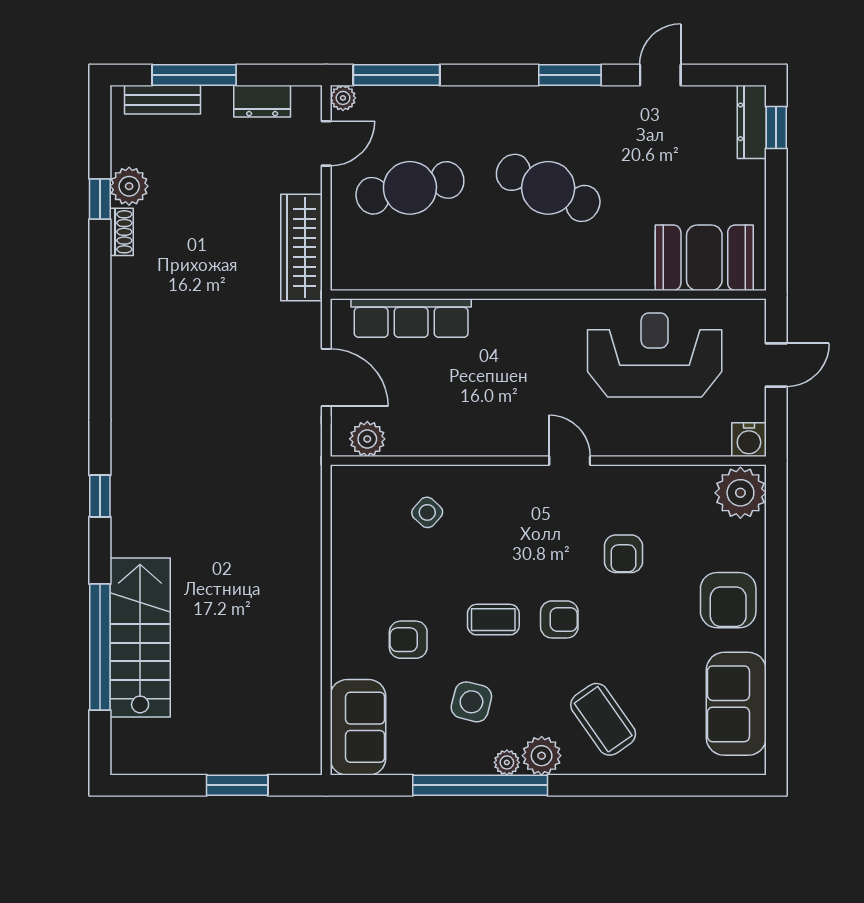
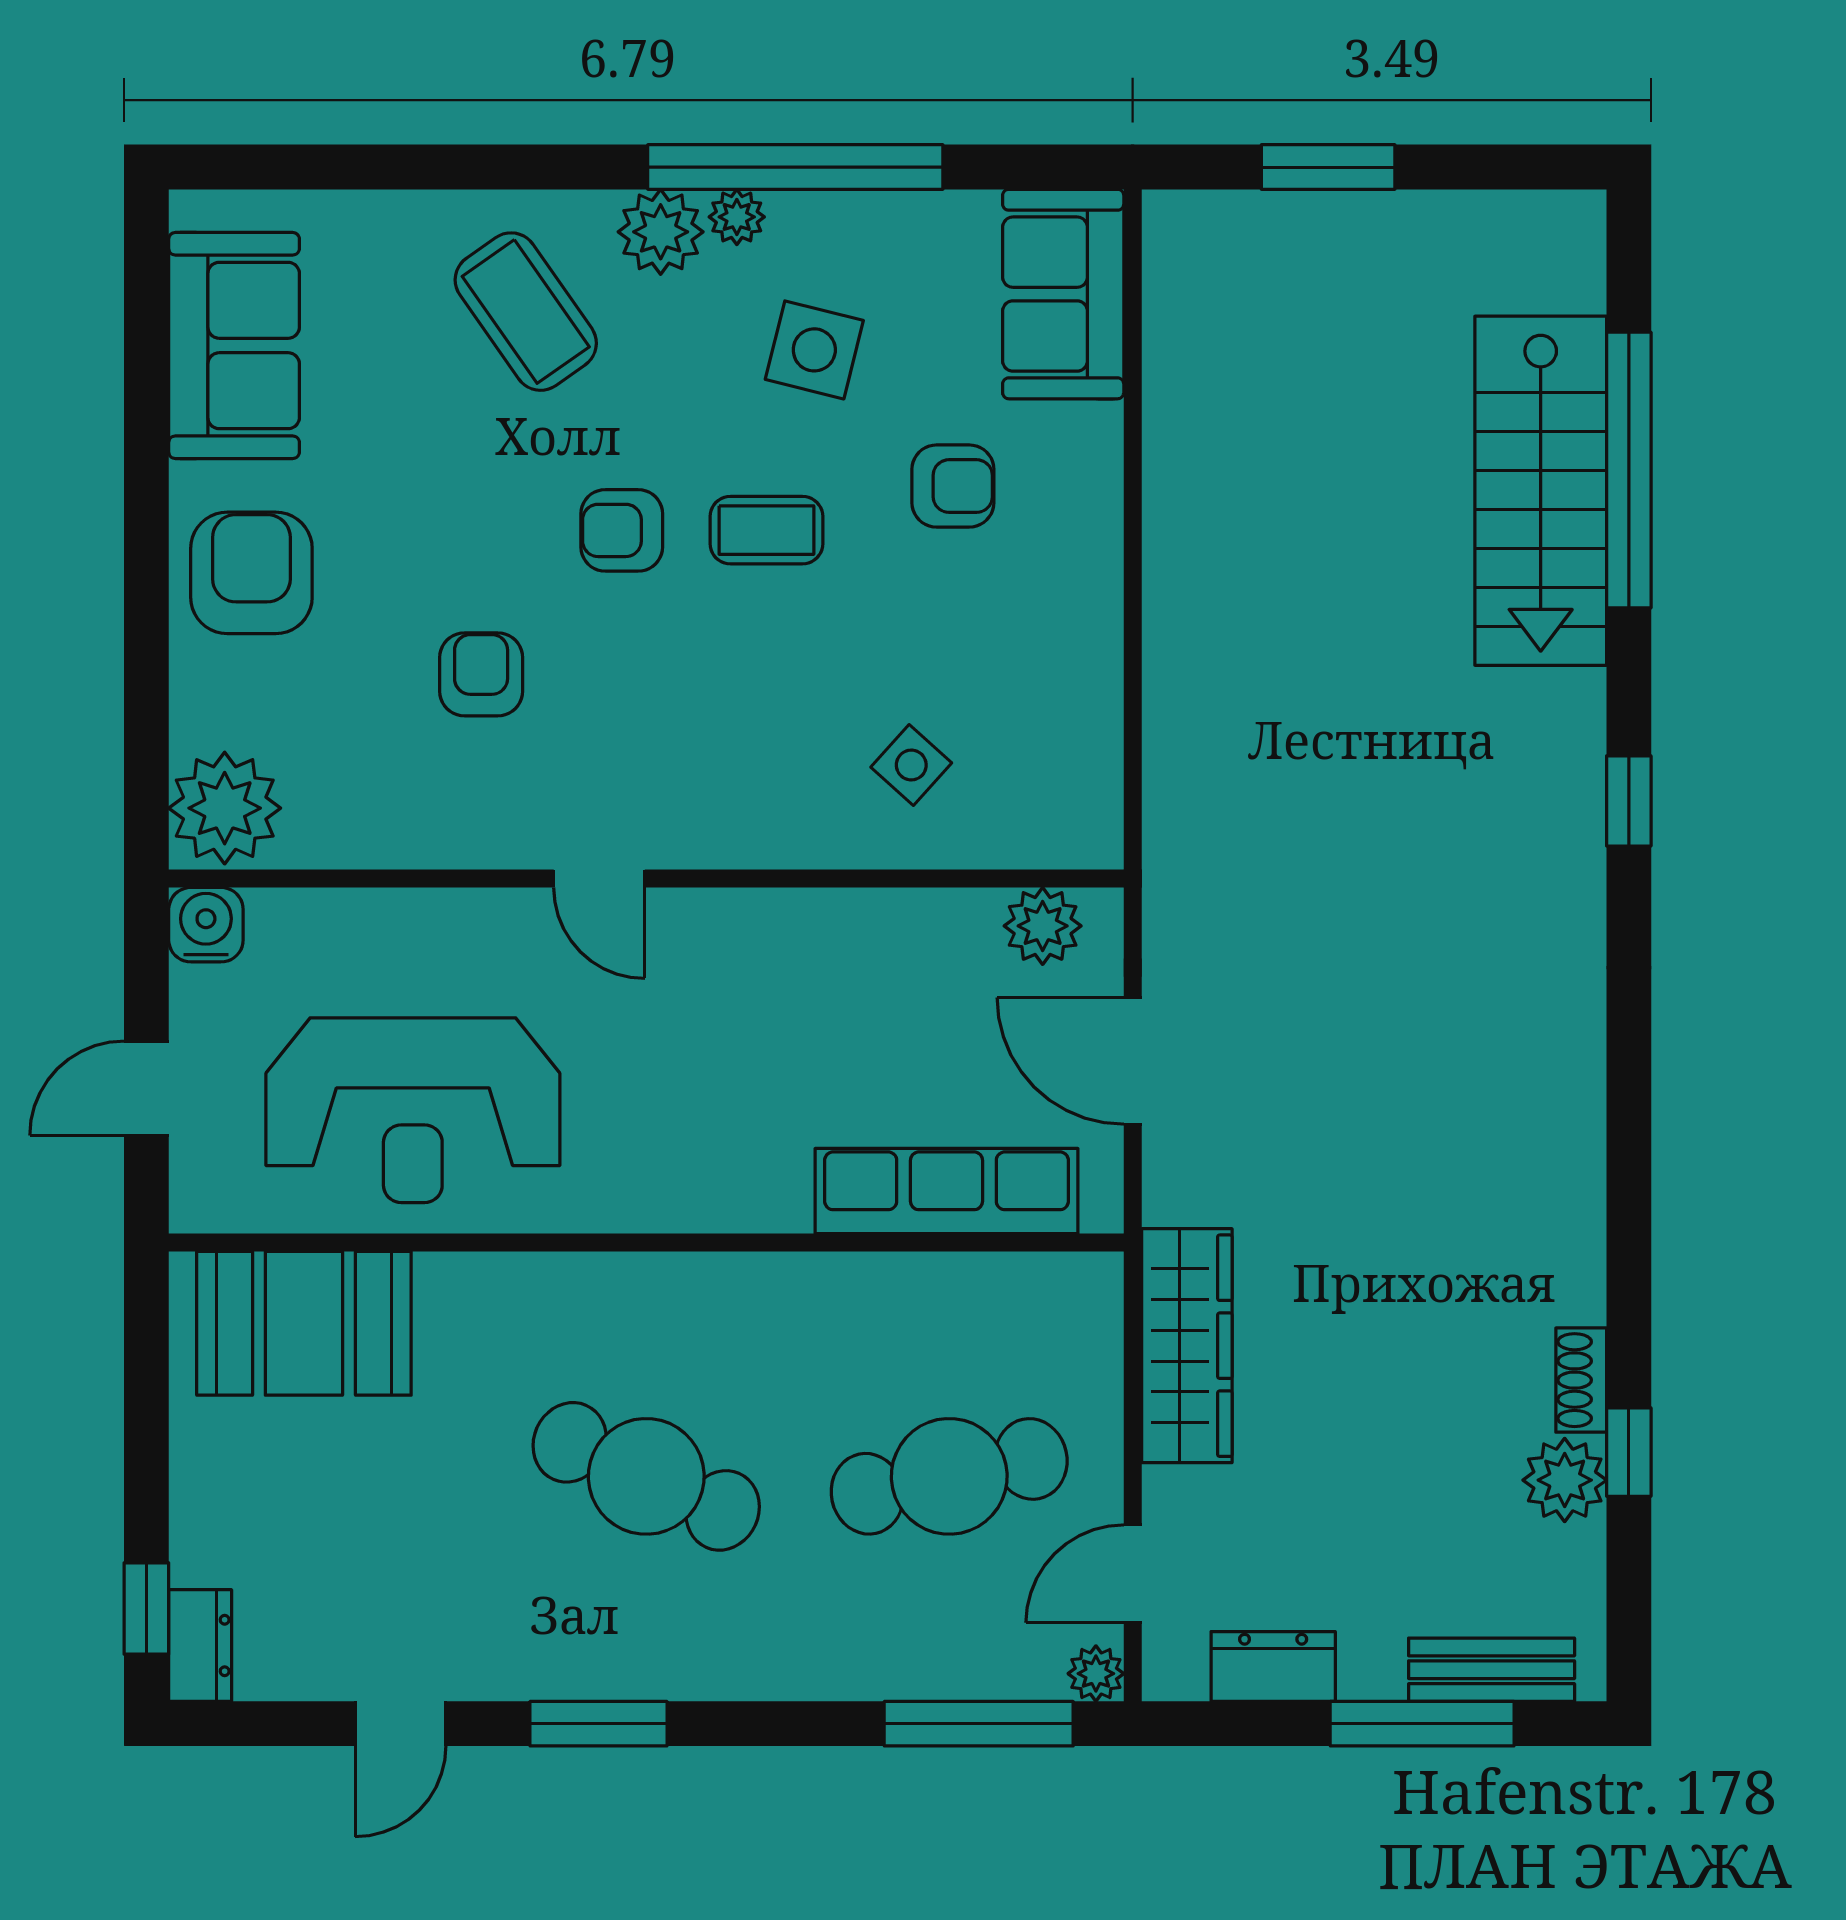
dresser: (752, 122) -> (200, 1646), width x0.70

